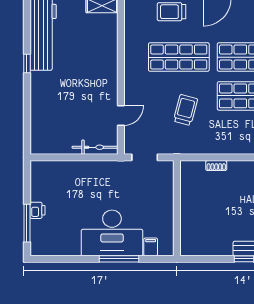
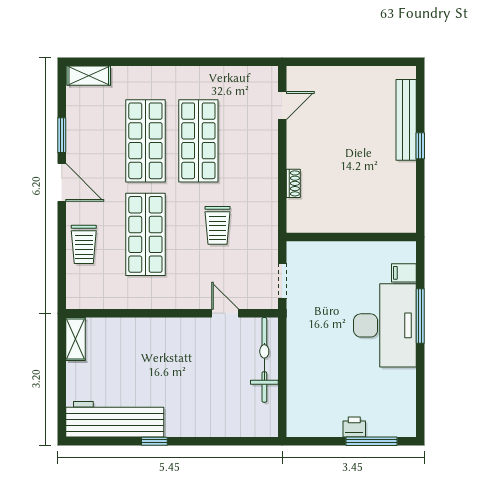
trolley: (185, 110) -> (218, 225), turned -105
bicycle: (95, 147) -> (264, 360), width x1.37, depth x1.40

